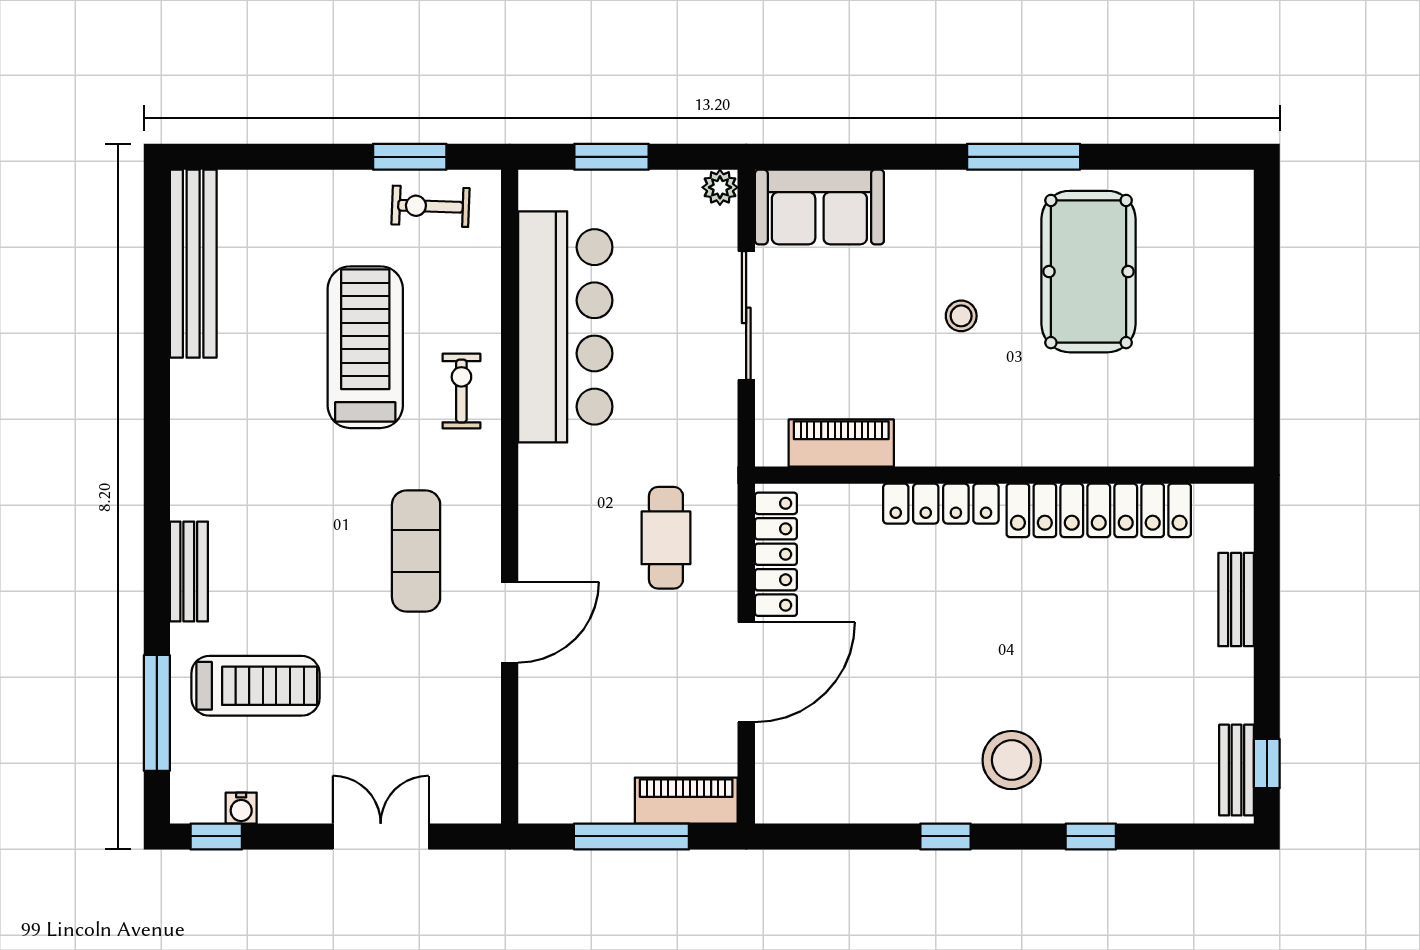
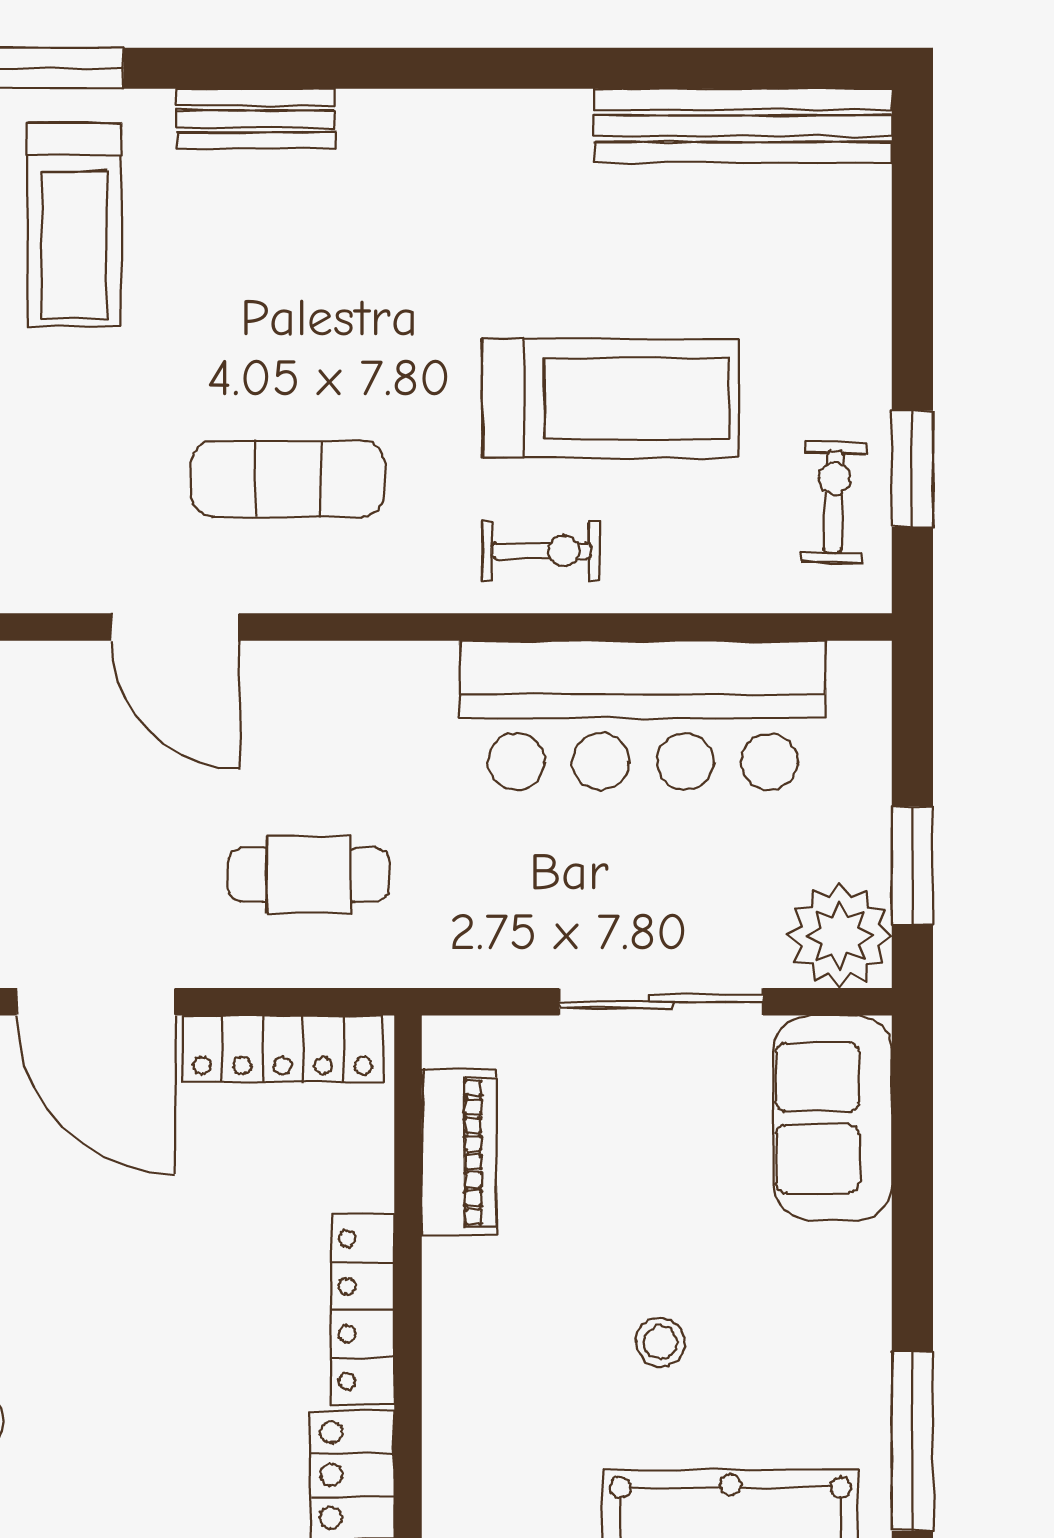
window: (612, 157) -> (912, 866), moved
plant: (720, 187) -> (840, 936), width x1.88, depth x1.88

